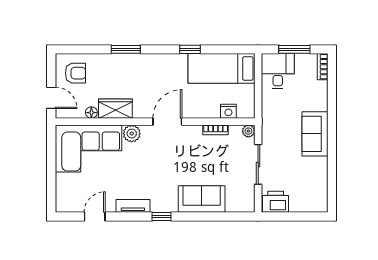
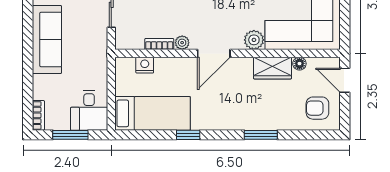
plant: (248, 131) -> (182, 43), moved
sofa: (315, 134) -> (47, 39), width x1.36

